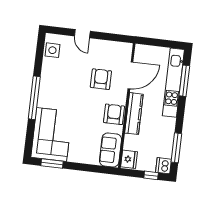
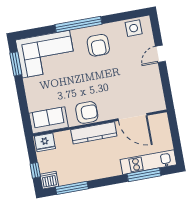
armchair: (101, 79) -> (98, 45), moved, turned 90
kitchen unit: (173, 83) -> (148, 162), width x0.73

